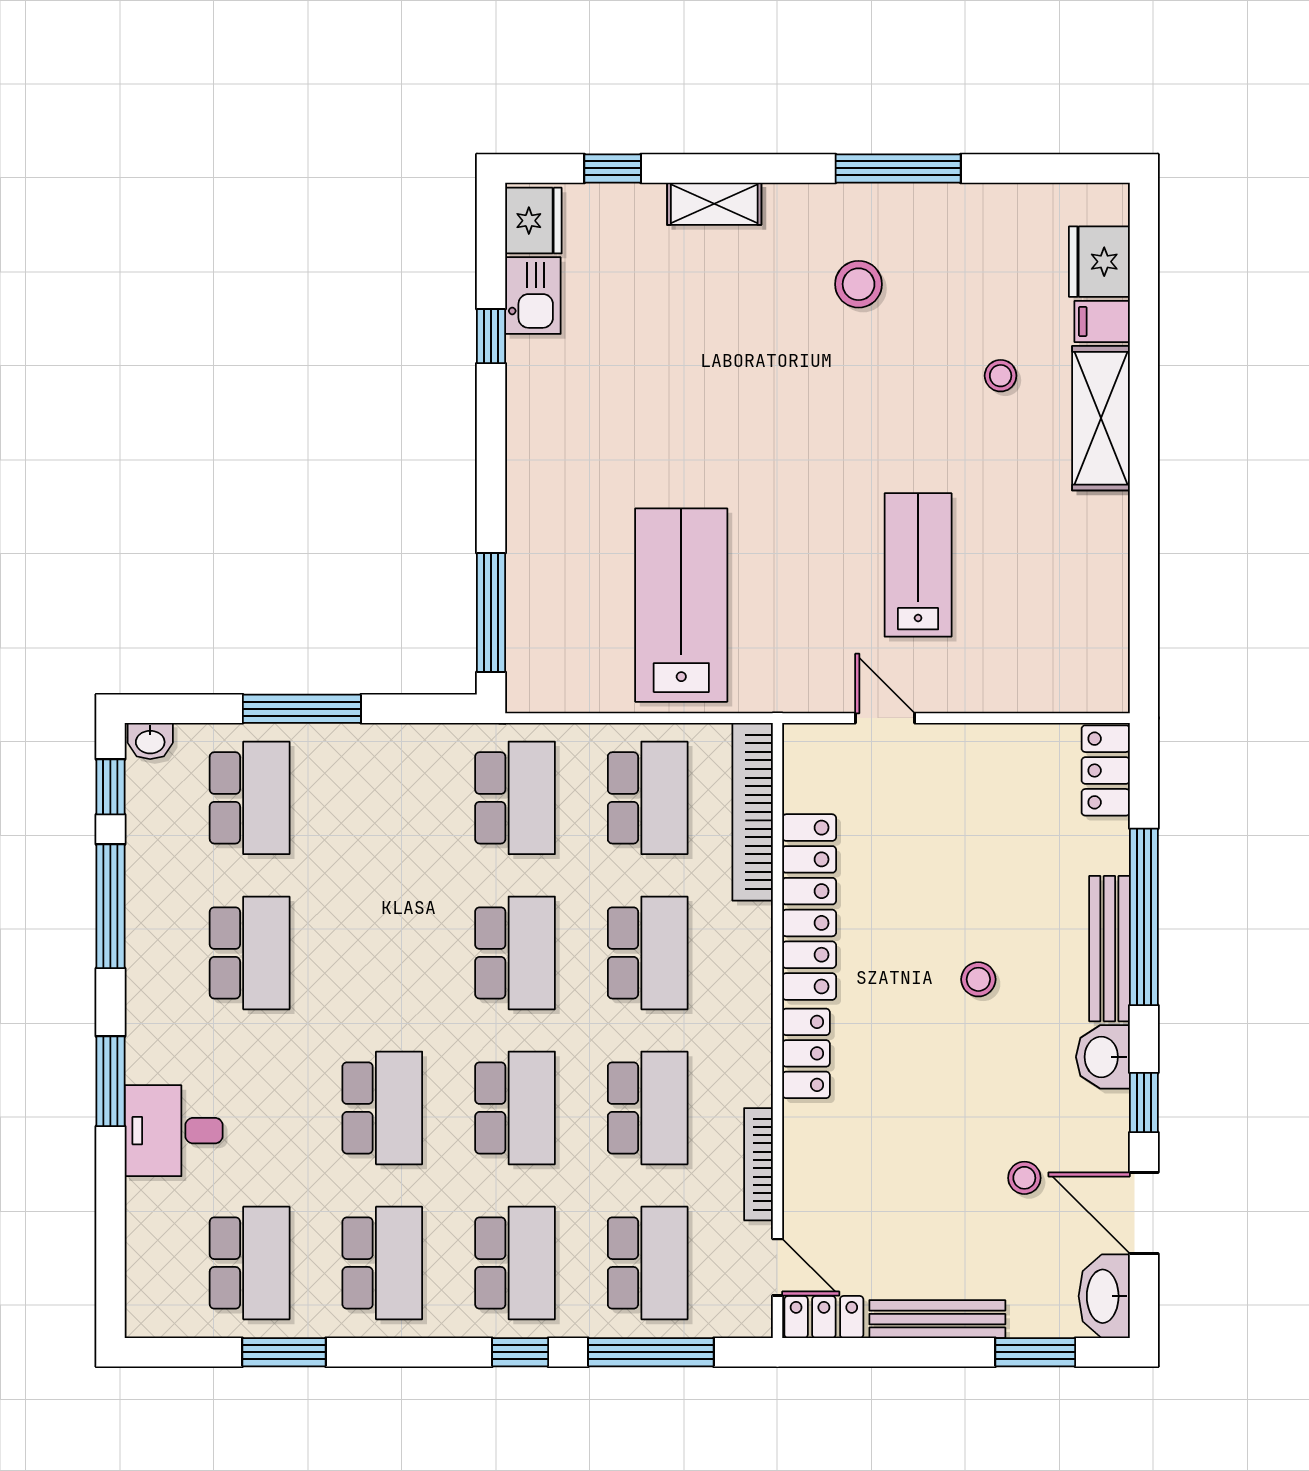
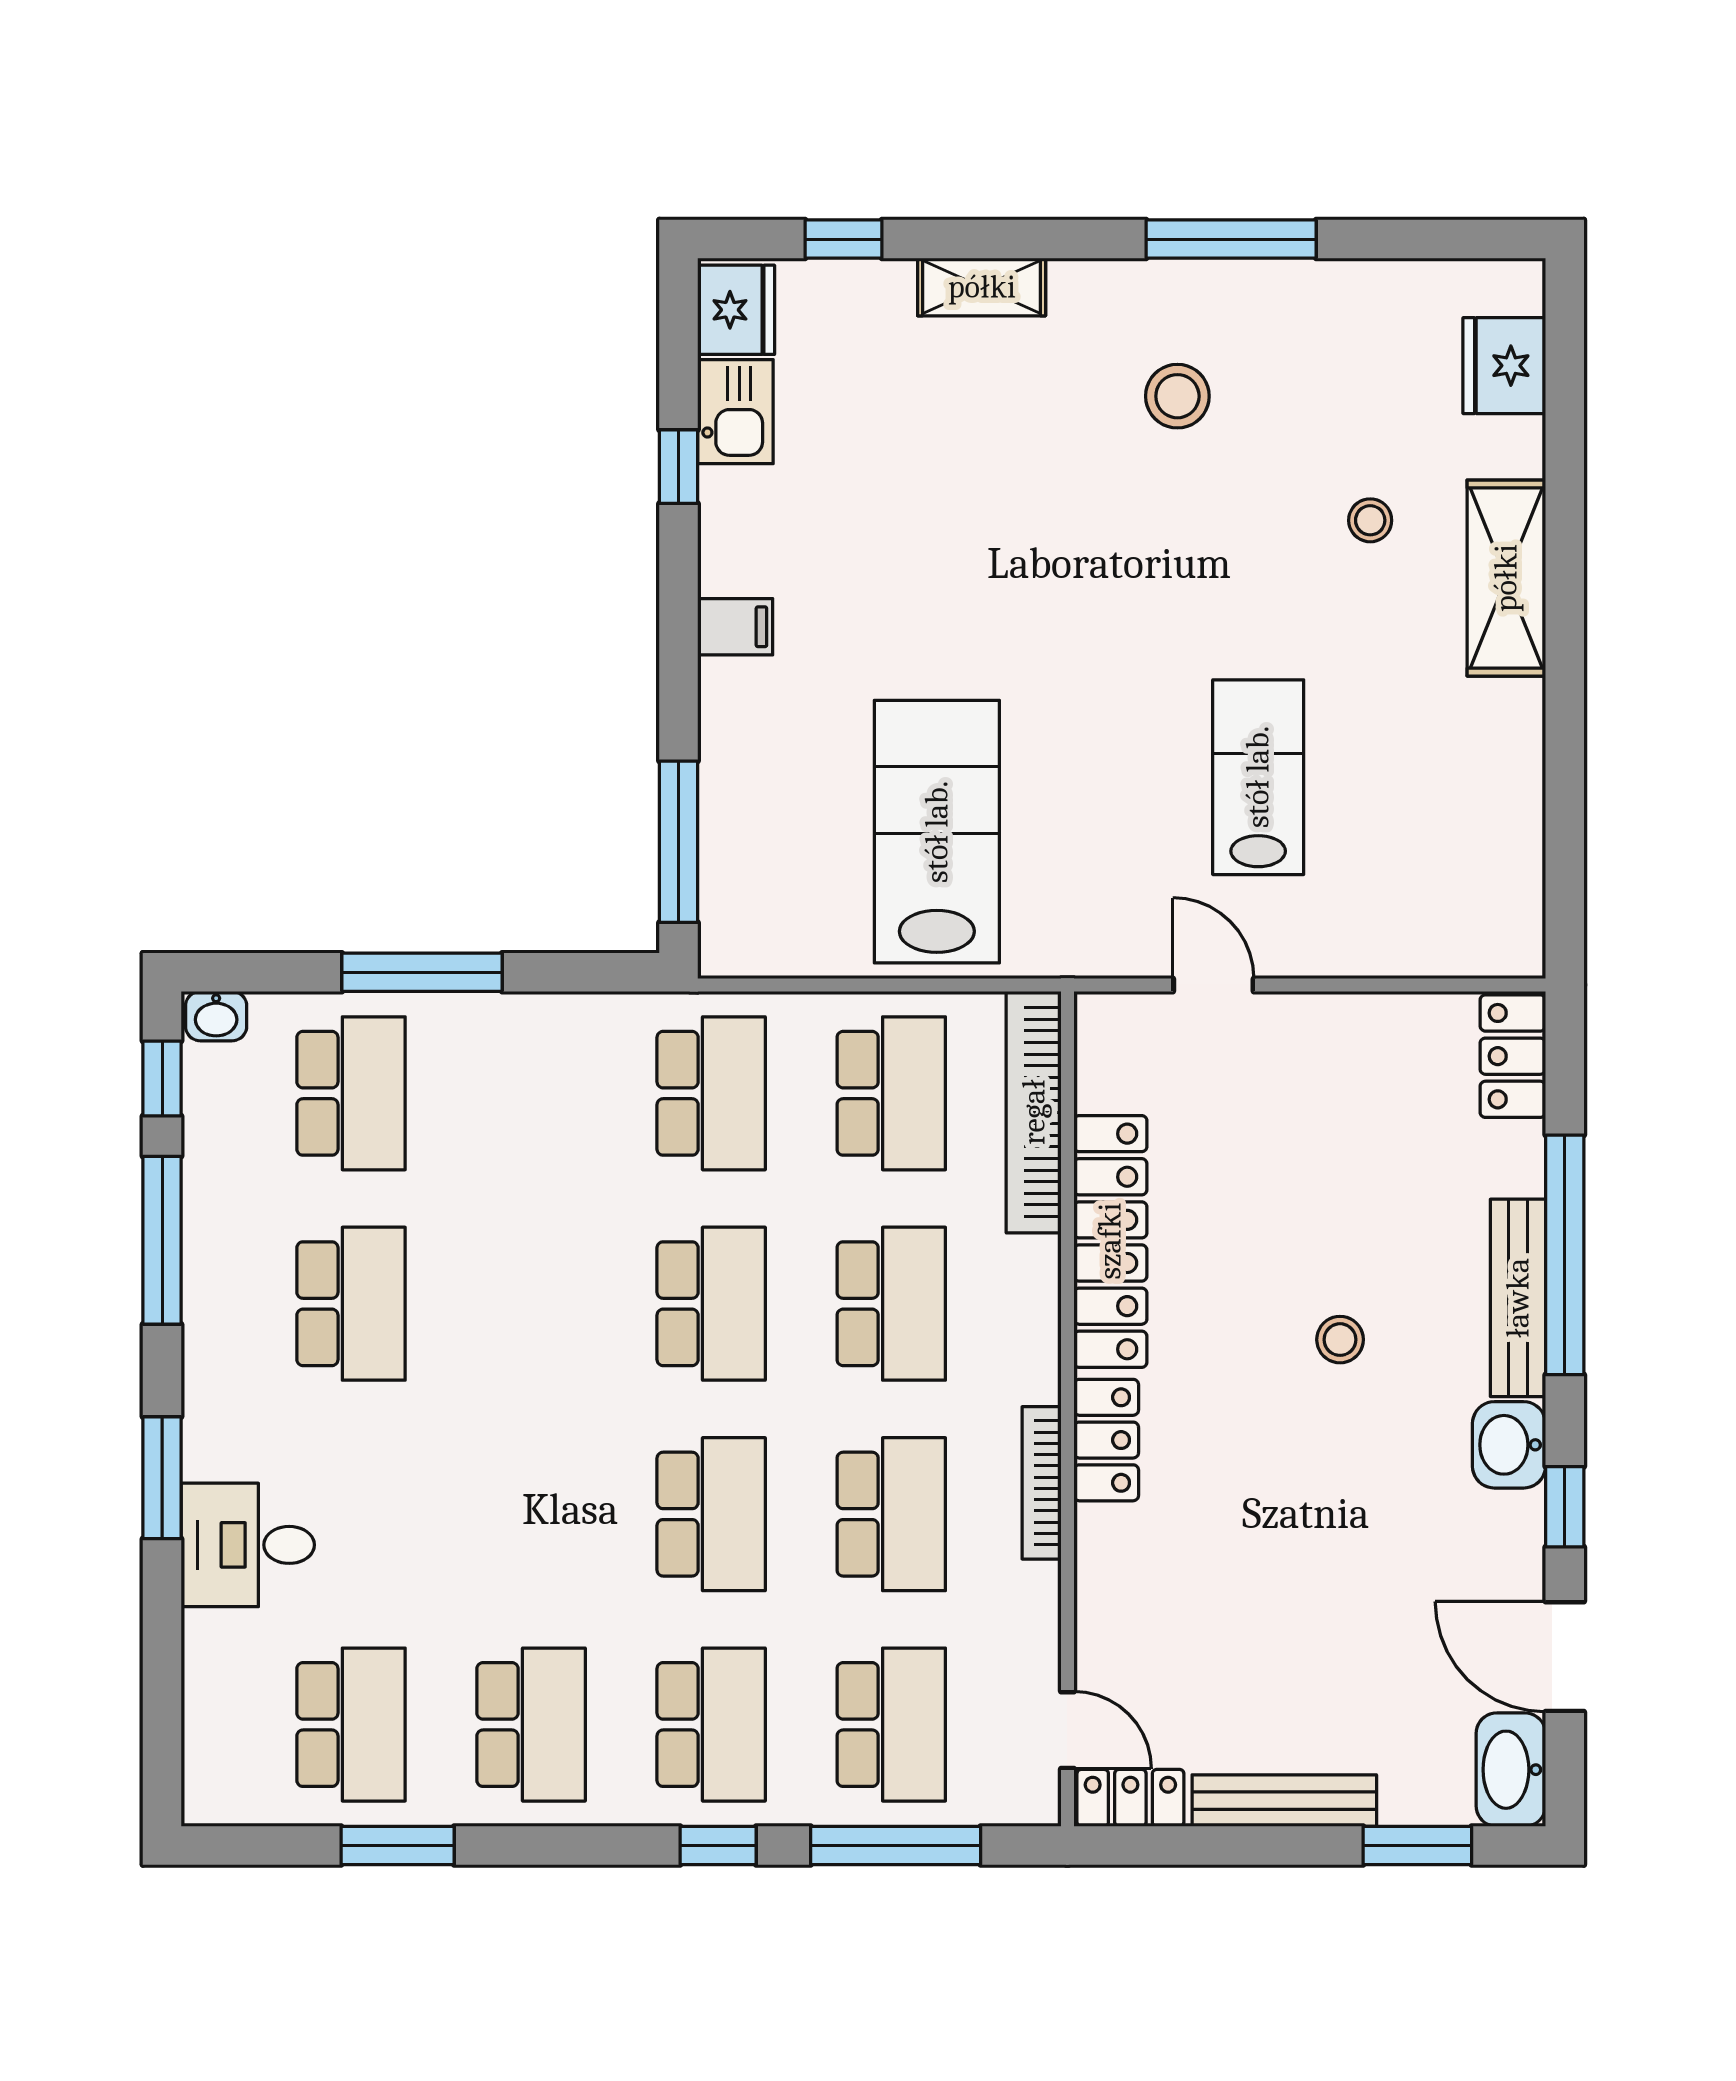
filing cabinet: (1102, 321) -> (735, 627), moved, turned 180
school desk: (382, 1108) -> (531, 1514), removed
bookcase: (758, 1164) -> (1042, 1483), moved
stool: (1024, 1178) -> (1402, 1609), removed

